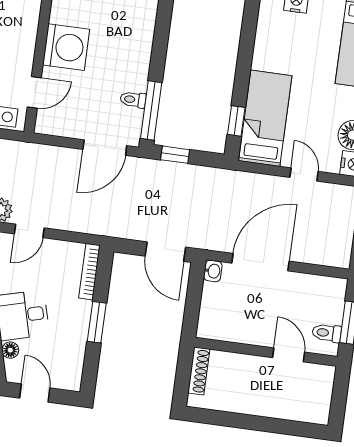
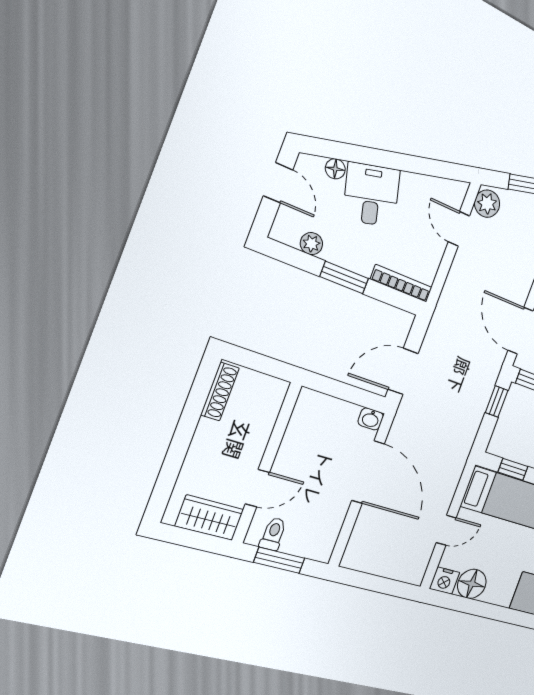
plant: (76, 356) -> (311, 244), added
shoe rack: (199, 371) -> (220, 391), moved, turned -90
wardrobe: (319, 388) -> (209, 518), added
door: (35, 393) -> (278, 183), hinge flipped

